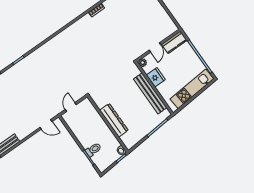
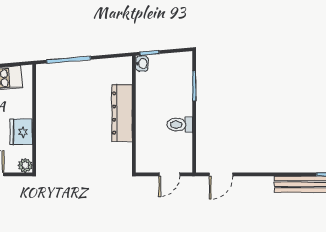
bench: (150, 93) -> (45, 115), removed
door: (46, 124) -> (221, 174), swing flipped
toilet: (93, 150) -> (180, 125), moved

